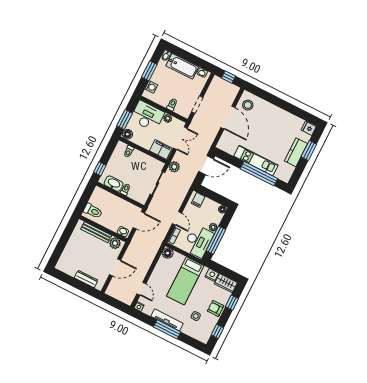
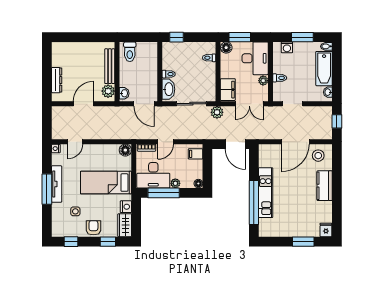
kitchen counter: (296, 152) -> (325, 186), moved, turned -90
washbasin: (114, 184) -> (168, 89), moved
door: (115, 267) -> (84, 104), swing flipped

